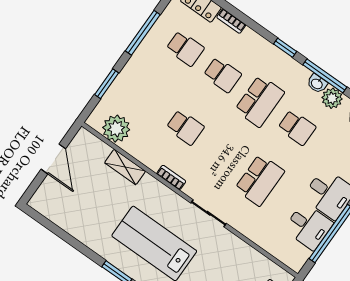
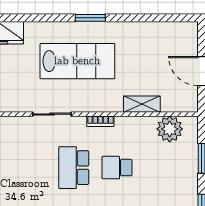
school desk: (260, 180) -> (74, 168), moved

